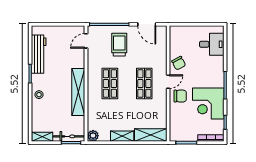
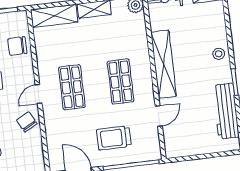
door: (86, 41) -> (159, 116), moved
trolley: (119, 45) -> (114, 138), turned 90
chair: (180, 96) -> (17, 46), moved

